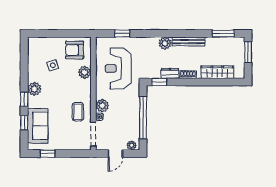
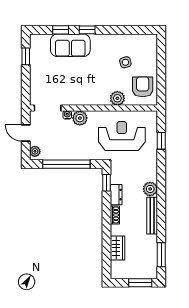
wardrobe: (217, 72) -> (118, 248), width x0.67
plant: (34, 89) -> (99, 41), removed
coffee table: (78, 112) -> (73, 91), removed
sofa: (38, 126) -> (70, 45), moved

